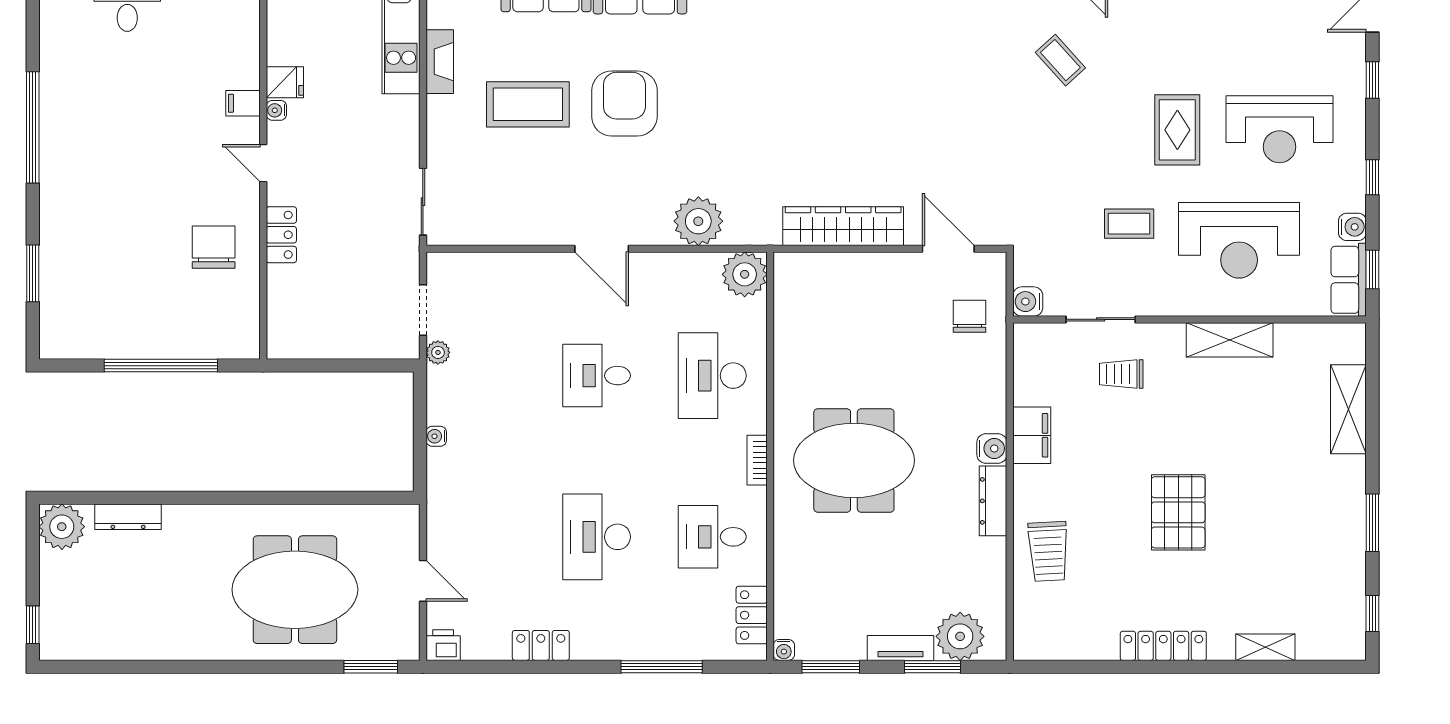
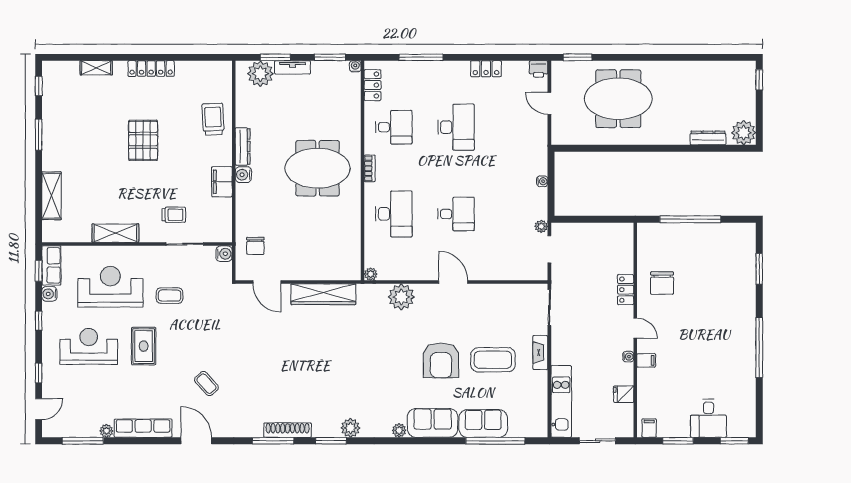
fireplace: (440, 62) -> (540, 353), moved
fridge: (285, 82) -> (624, 394), moved
plant: (745, 274) -> (371, 274), width x0.53, depth x0.53

